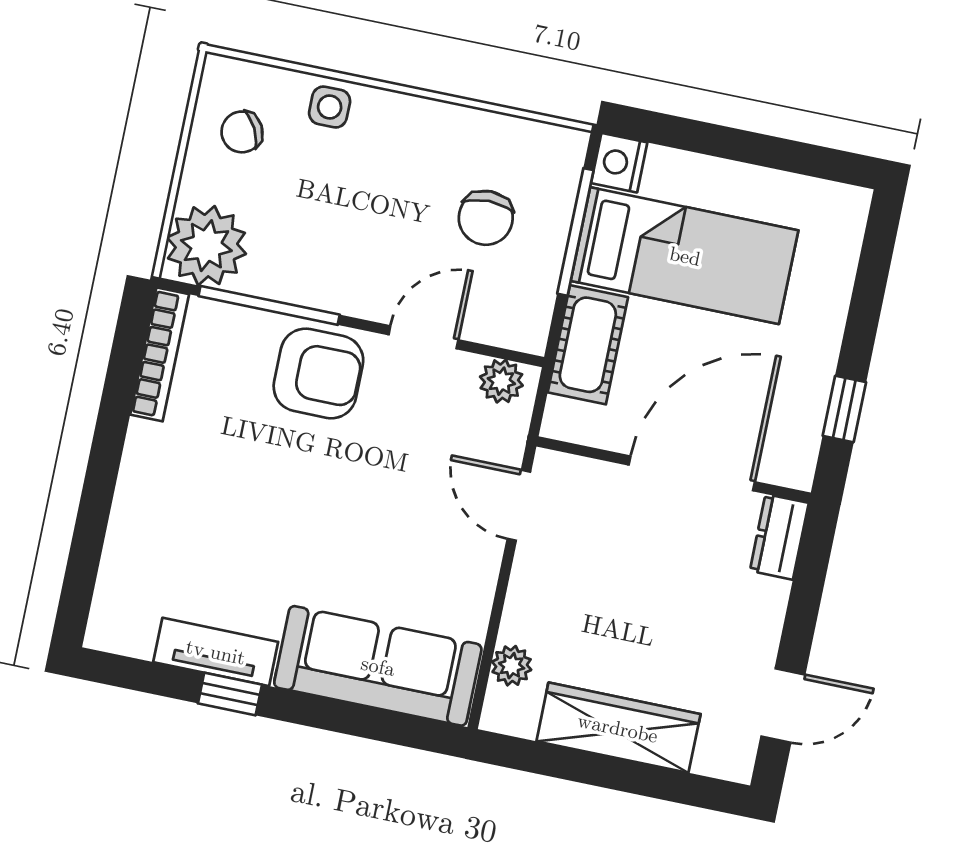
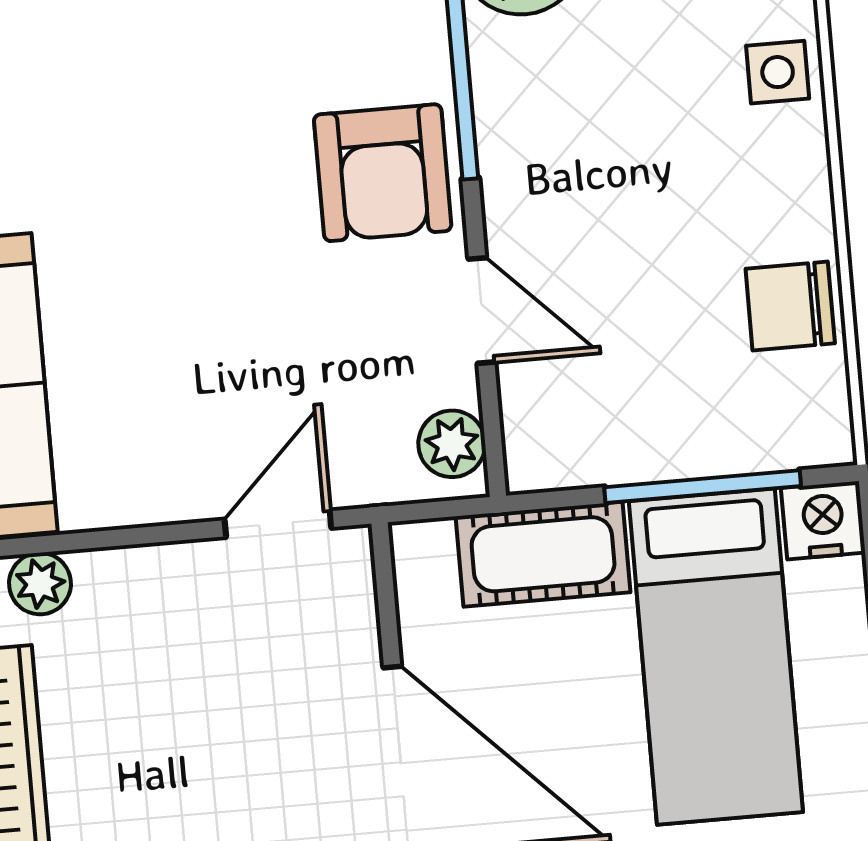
chair: (486, 218) -> (790, 306), moved

